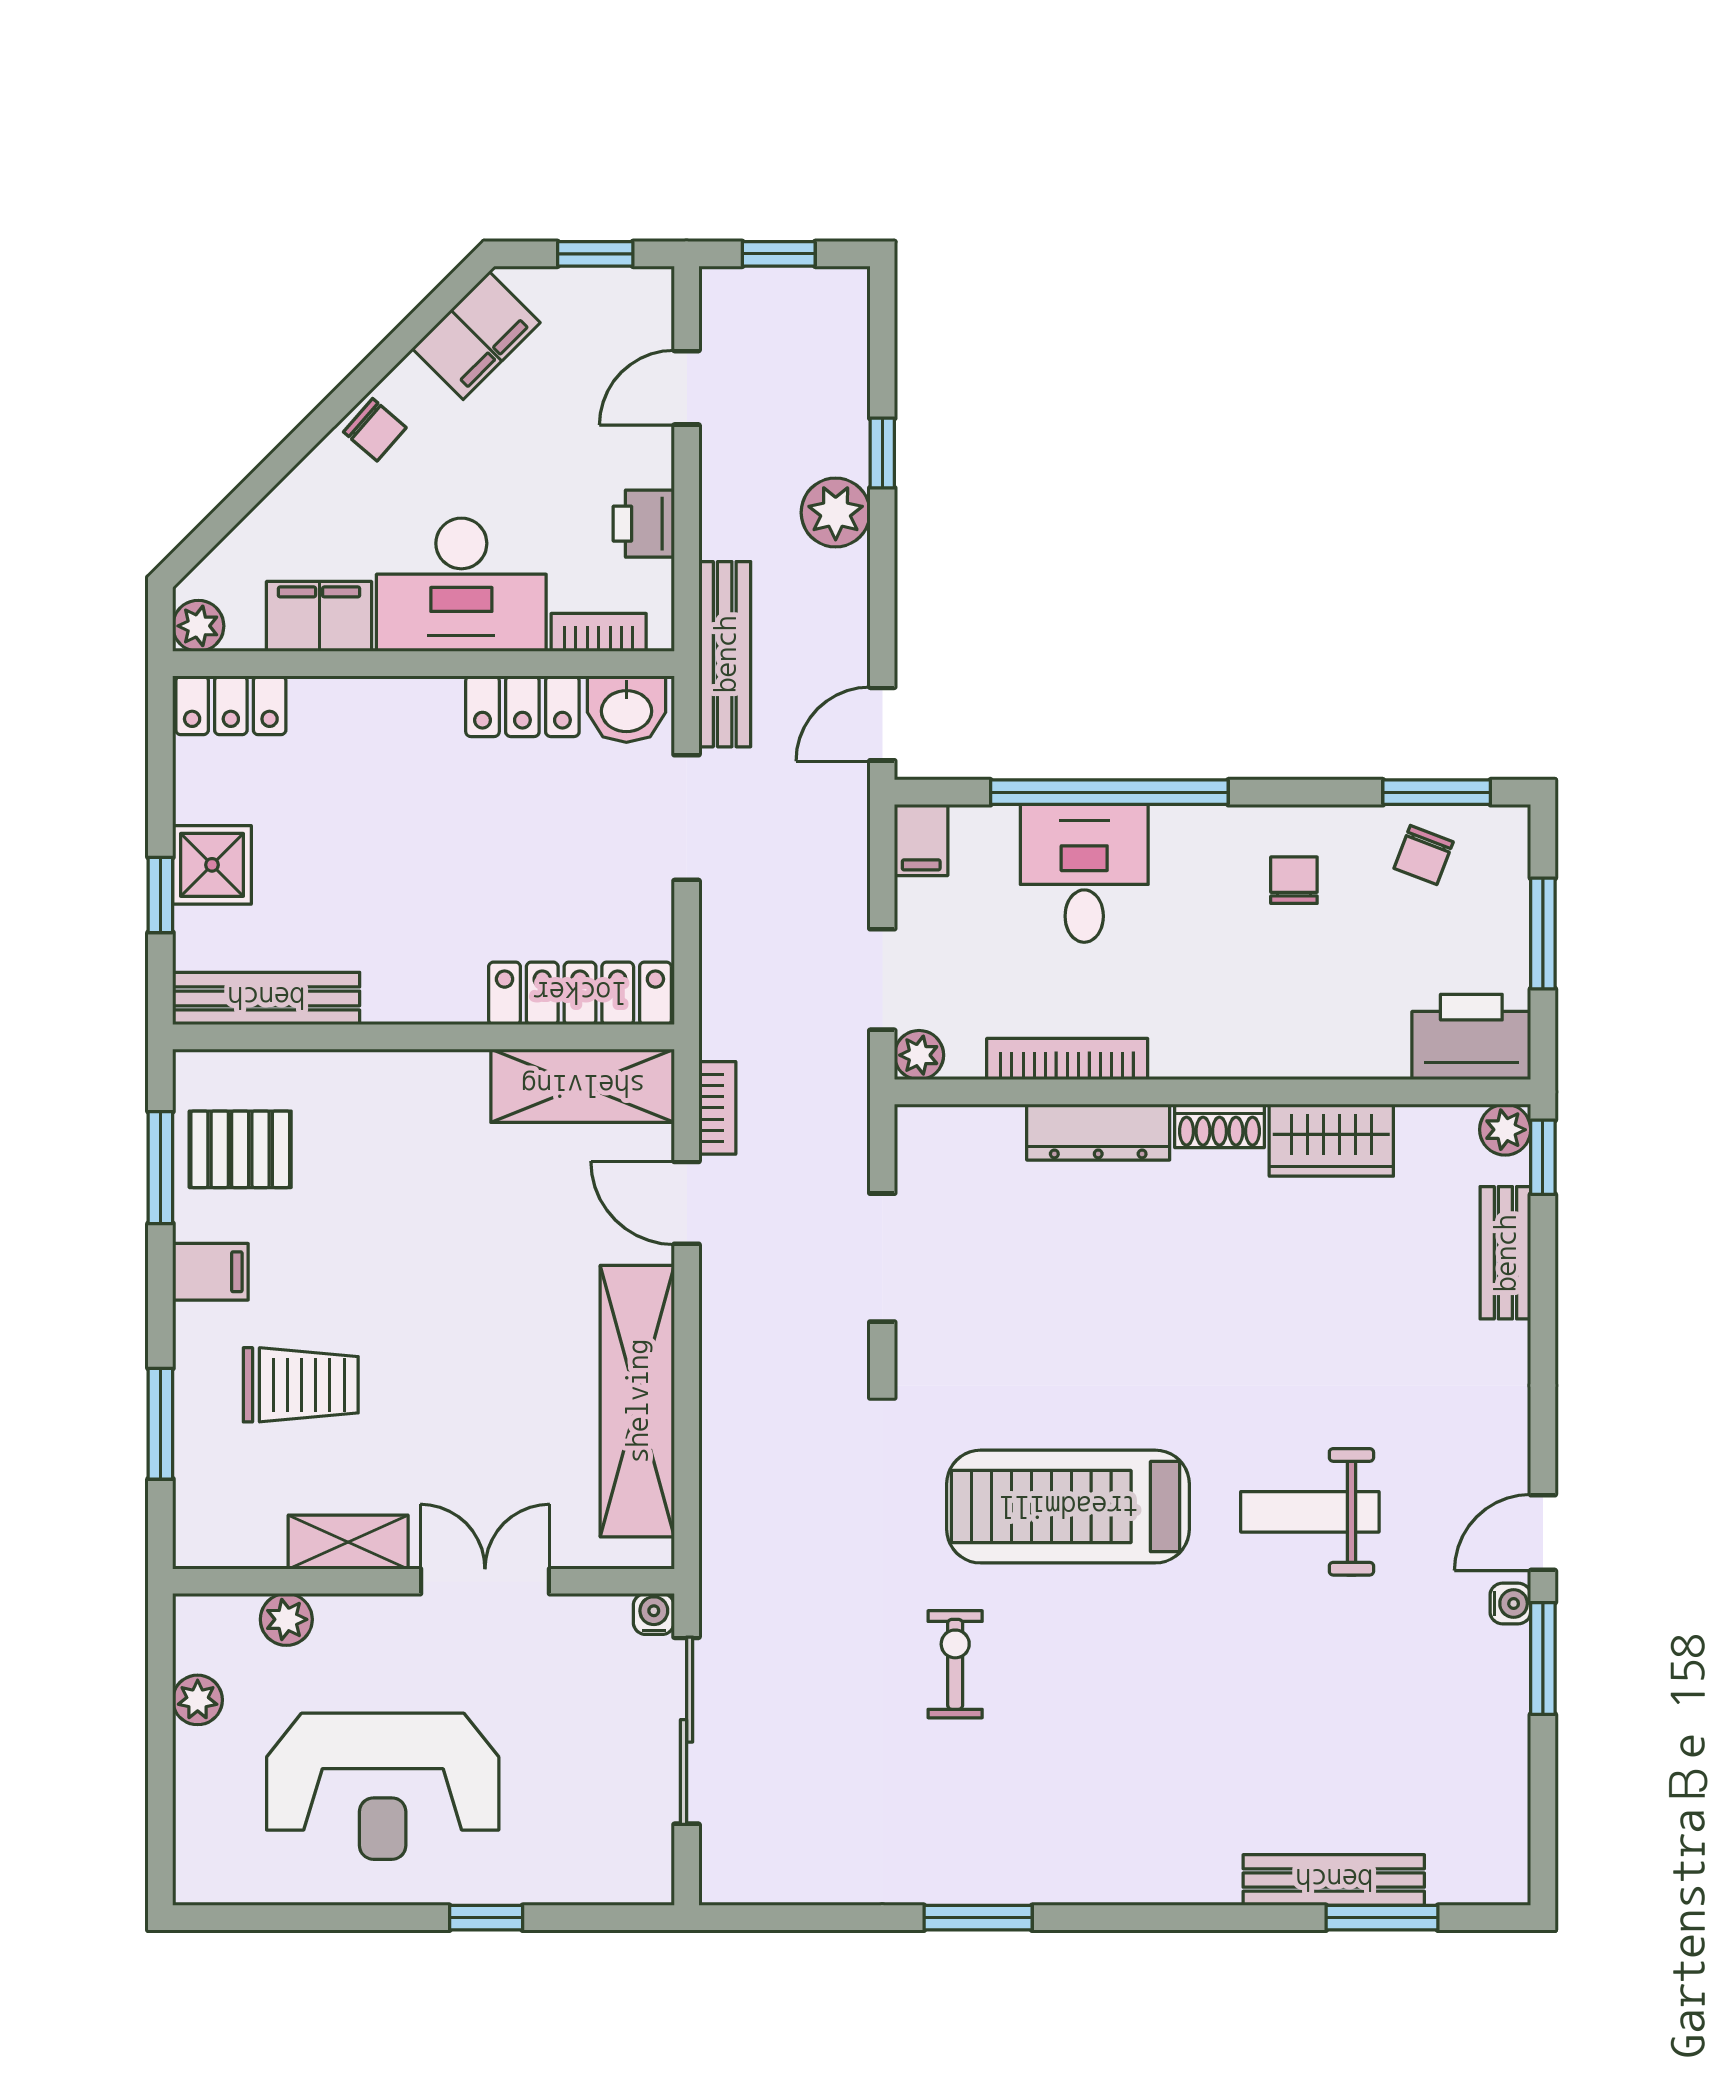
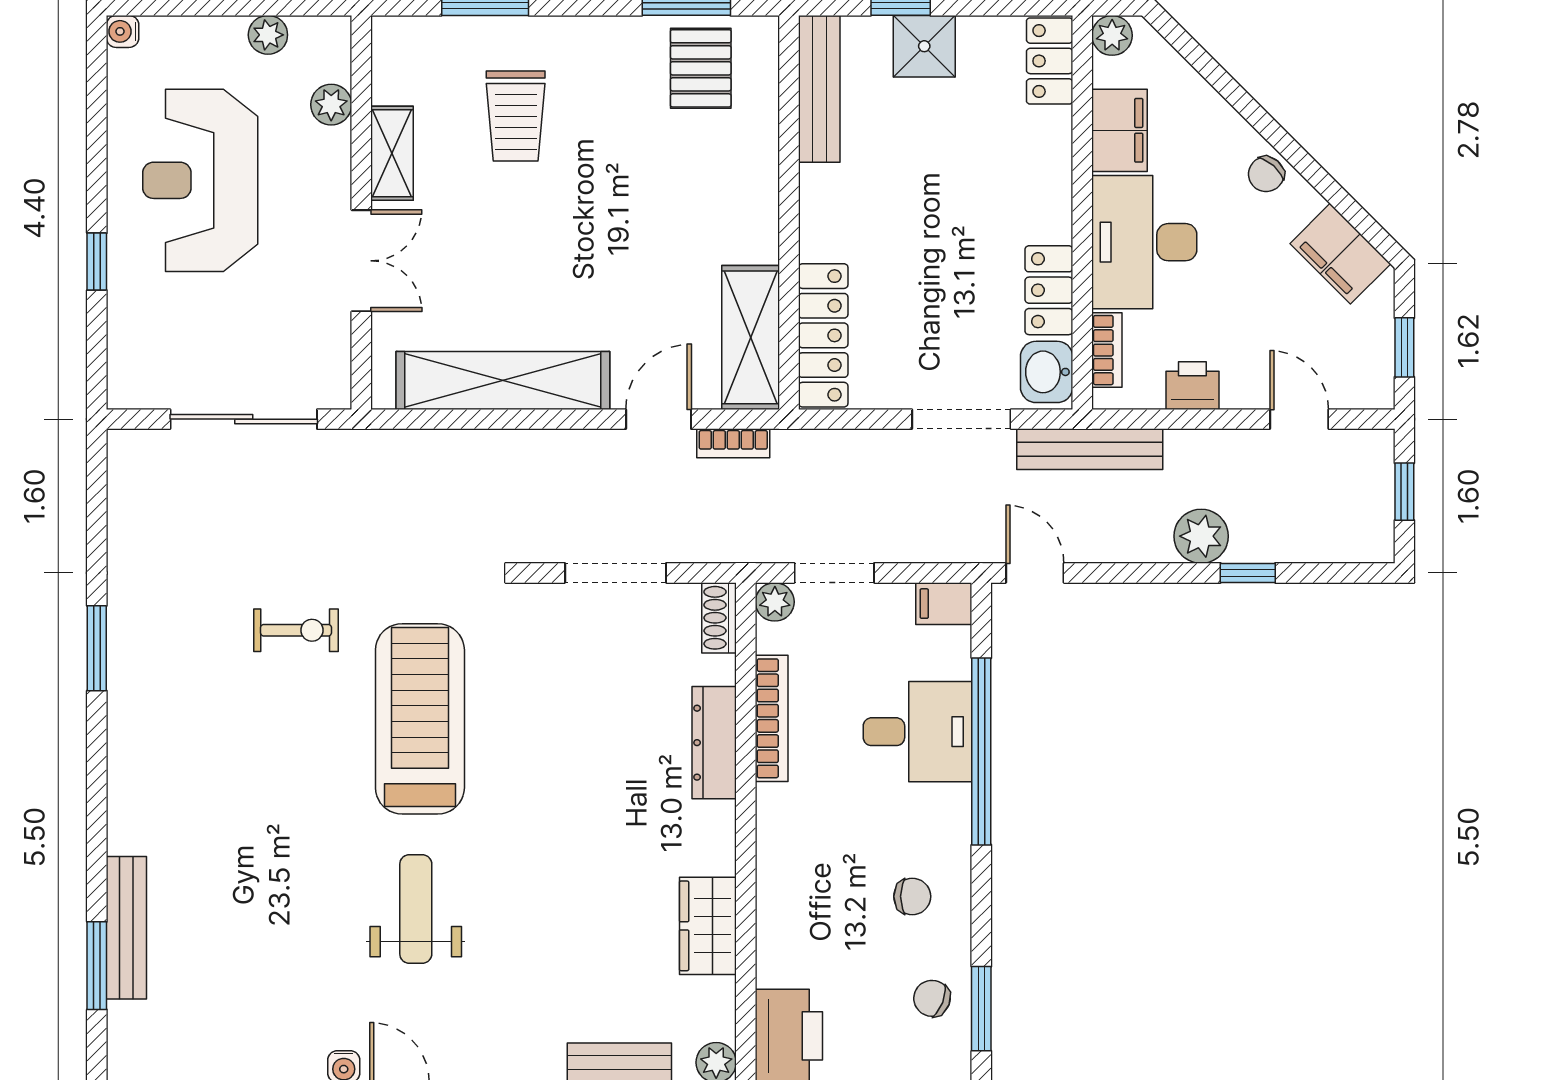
shoe rack: (1219, 1126) -> (719, 618), moved
filing cabinet: (210, 1272) -> (604, 45), removed
water cooler: (654, 1614) -> (123, 31), moved, turned 180

